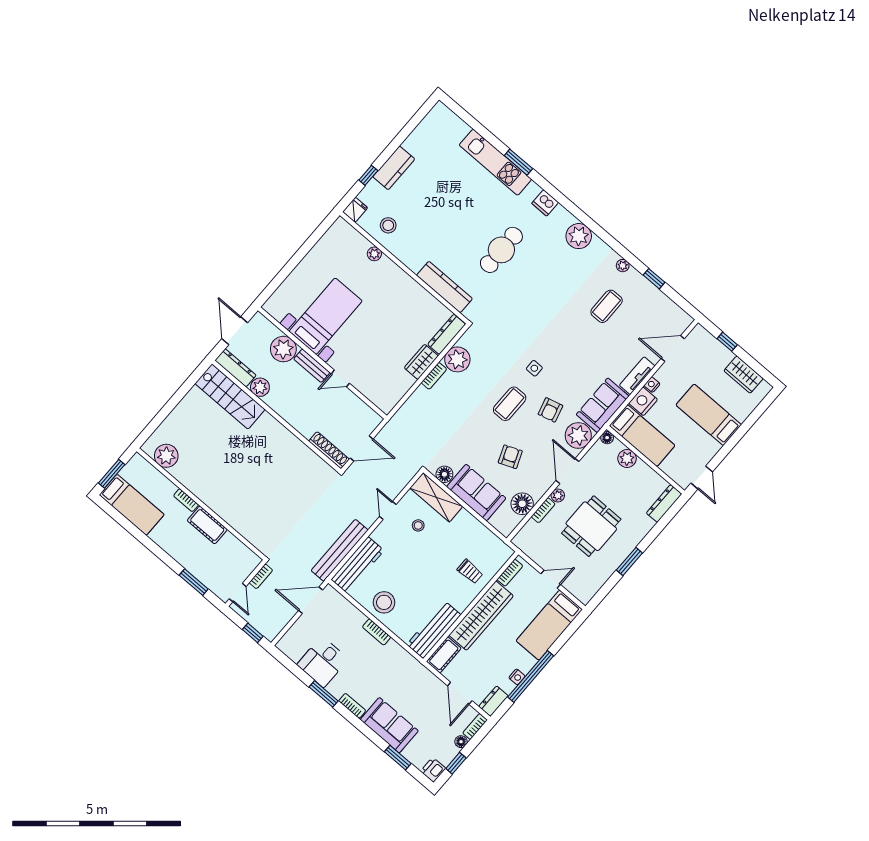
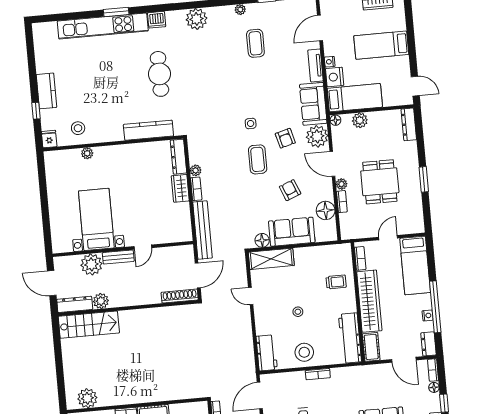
kitchen unit: (495, 162) -> (103, 26), width x1.36
plant: (457, 359) -> (196, 170), width x0.53, depth x0.53
stool: (418, 525) -> (298, 312), moved
bench: (340, 550) -> (202, 230), moved
workbench: (358, 565) -> (267, 353), width x0.73

